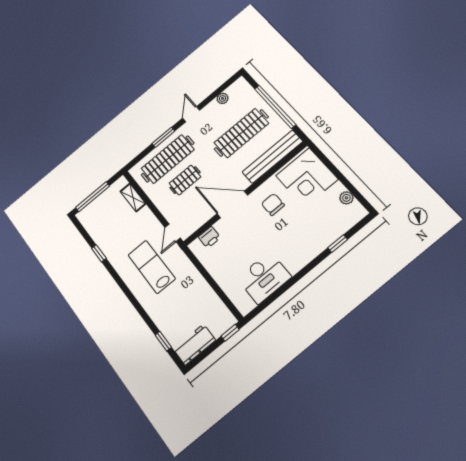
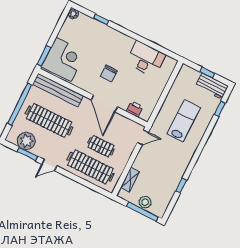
plant: (222, 98) -> (26, 141), width x1.87, depth x1.87
window: (163, 137) -> (27, 154), moved
window: (321, 156) -> (44, 56), added
plant: (346, 198) -> (73, 14), moved
stool: (101, 204) -> (145, 202), added
chair: (273, 204) -> (109, 74), moved
lab bench: (152, 267) -> (184, 121), moved, turned 180
window: (230, 333) -> (207, 72), moved

